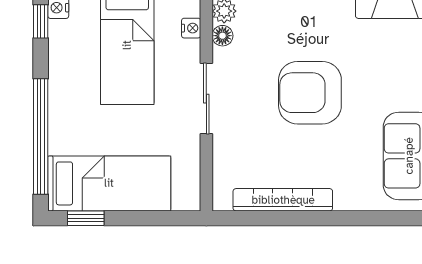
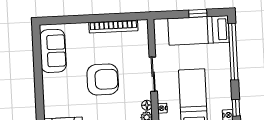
window: (86, 218) -> (198, 13), moved

